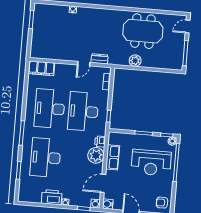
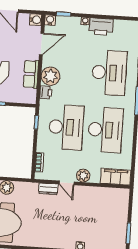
door: (84, 64) -> (67, 183), swing flipped
plant: (69, 70) -> (83, 176), added

